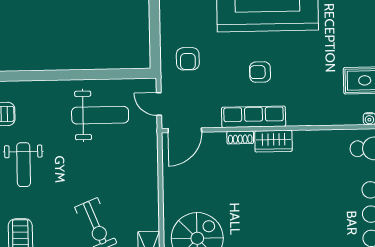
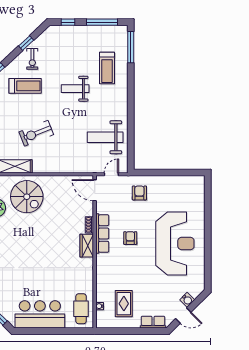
armchair: (188, 59) -> (139, 193), turned 90
weight bench: (100, 115) -> (105, 137), turned 90

